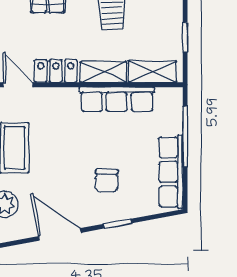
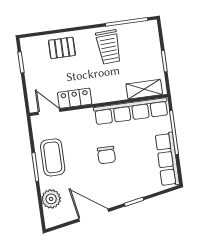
shelving: (103, 72) -> (109, 94), removed
row of seats: (117, 99) -> (131, 111), width x1.36
chair: (107, 181) -> (106, 155), moved

